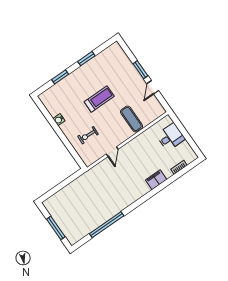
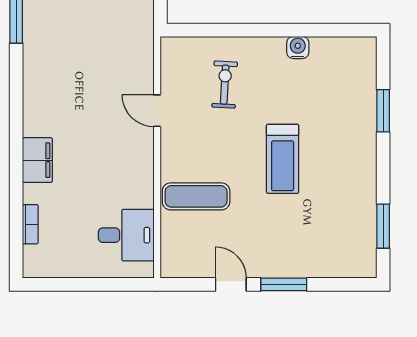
window: (86, 59) -> (383, 226), moved
desk: (171, 137) -> (126, 235), moved, turned -90

